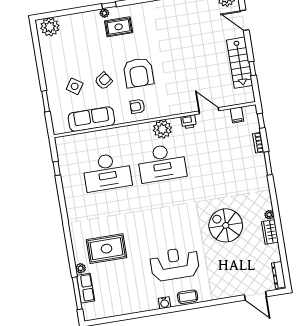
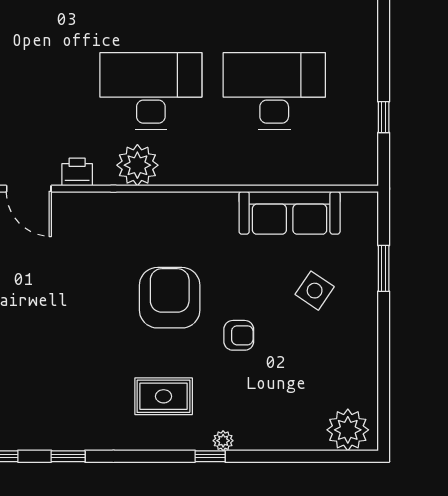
rug: (119, 27) -> (164, 396), moved
armchair: (104, 81) -> (239, 335), moved, turned -146
armchair: (137, 106) -> (184, 224), removed

